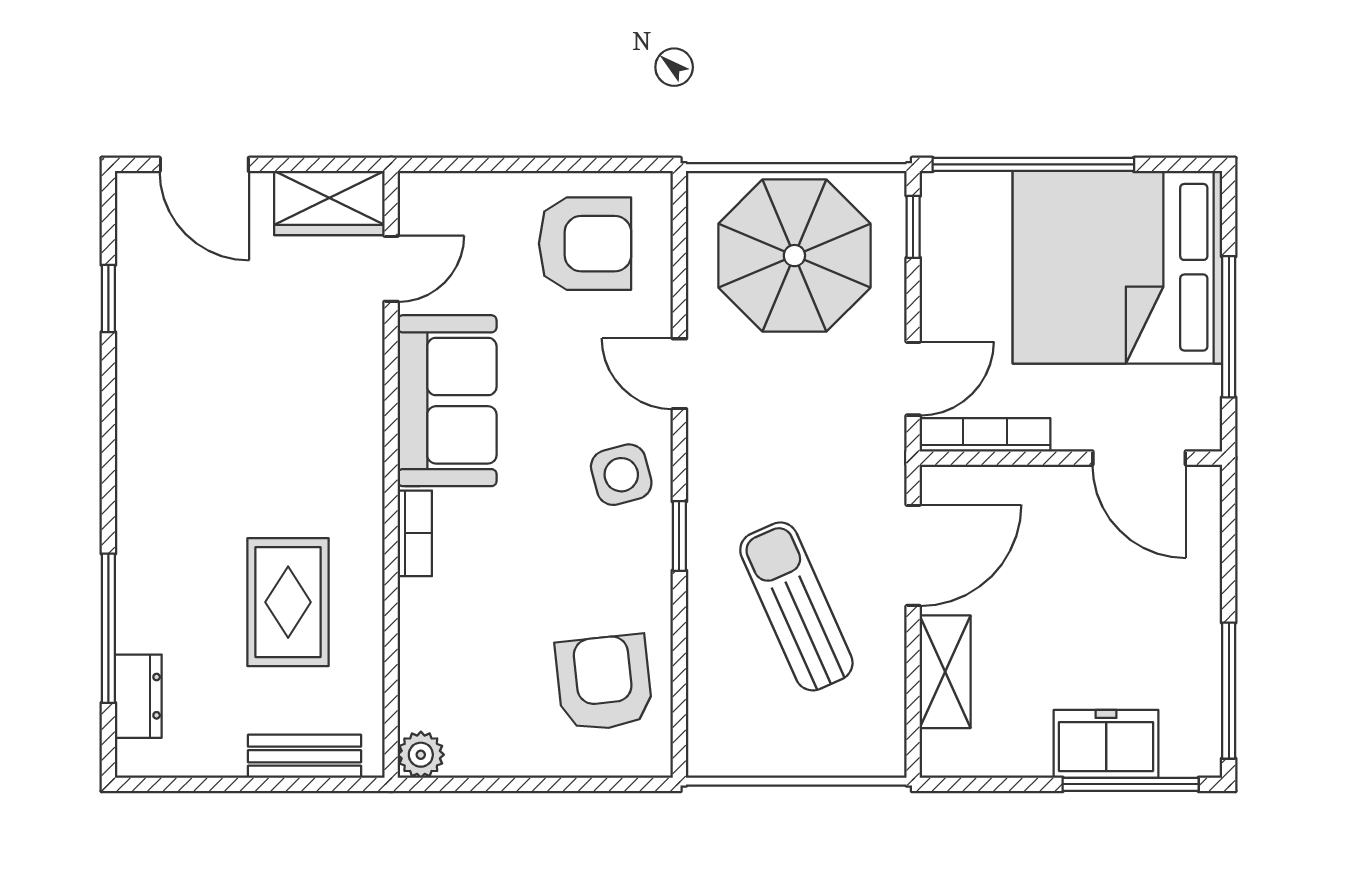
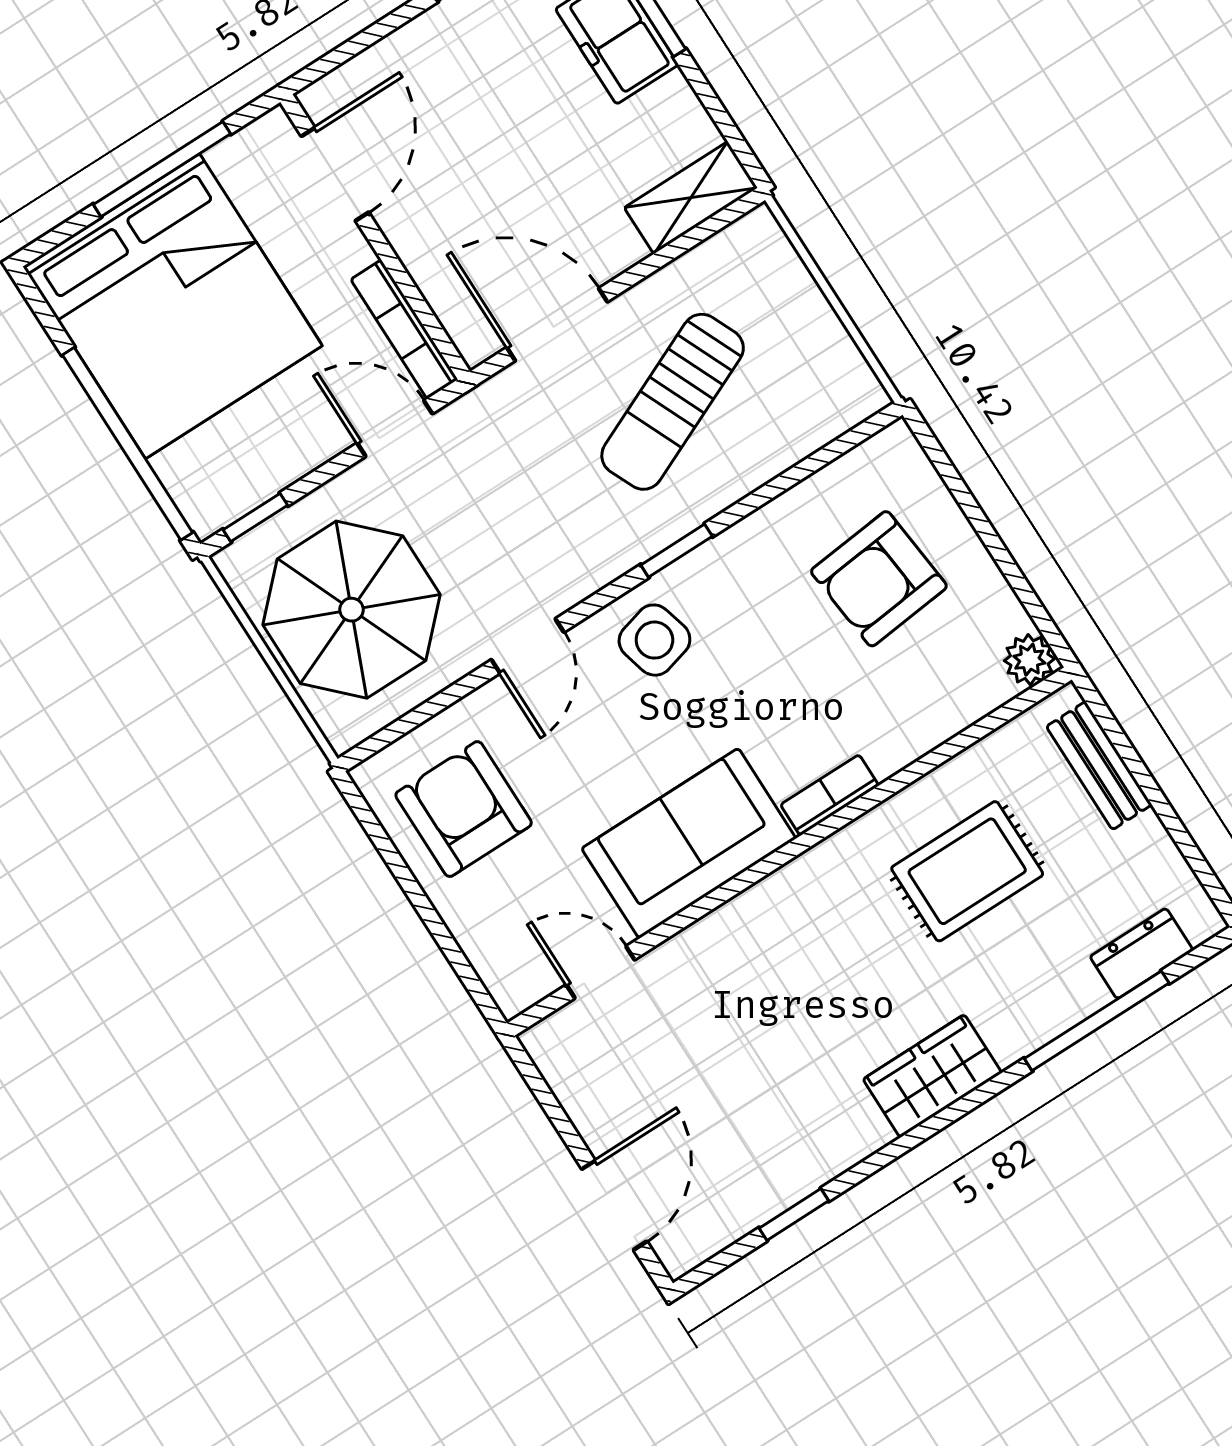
wardrobe: (329, 203) -> (932, 1076), moved, turned -90
shelving: (945, 672) -> (691, 198), moved
armchair: (604, 683) -> (879, 579), moved

